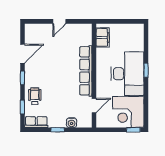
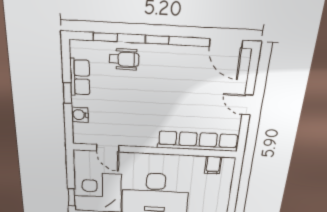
filing cabinet: (103, 37) -> (213, 165), width x0.50
door: (22, 54) -> (226, 43), moved
row of seats: (86, 71) -> (198, 141), moved
row of seats: (36, 122) -> (80, 77), moved

